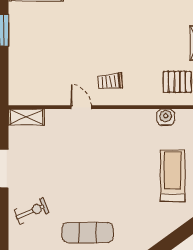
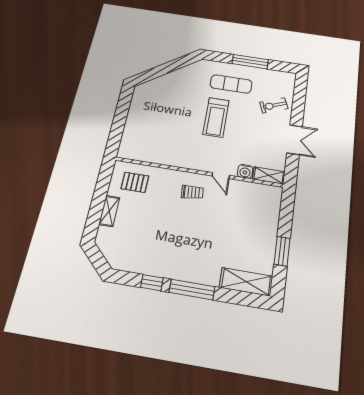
water cooler: (166, 117) -> (245, 171), moved
treadmill: (173, 176) -> (216, 117), moved

